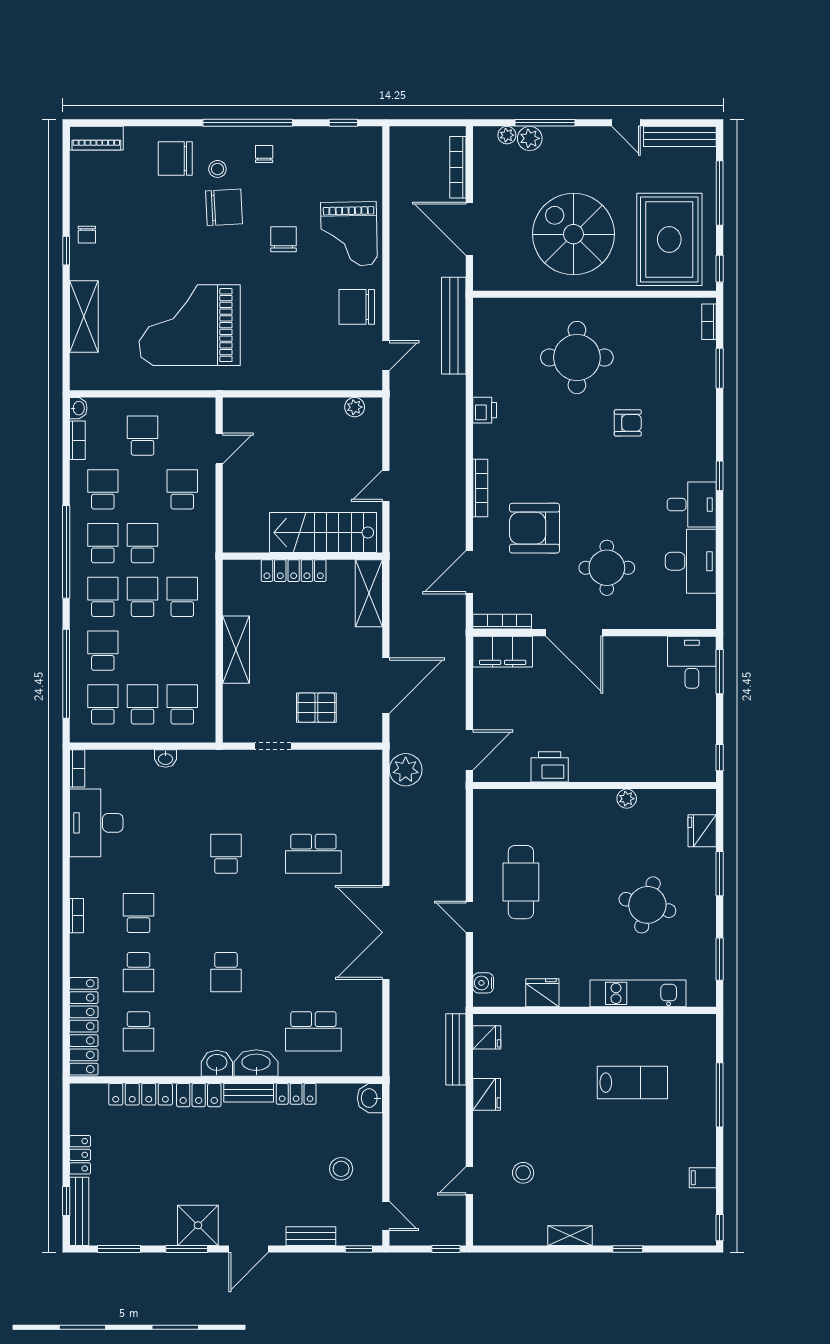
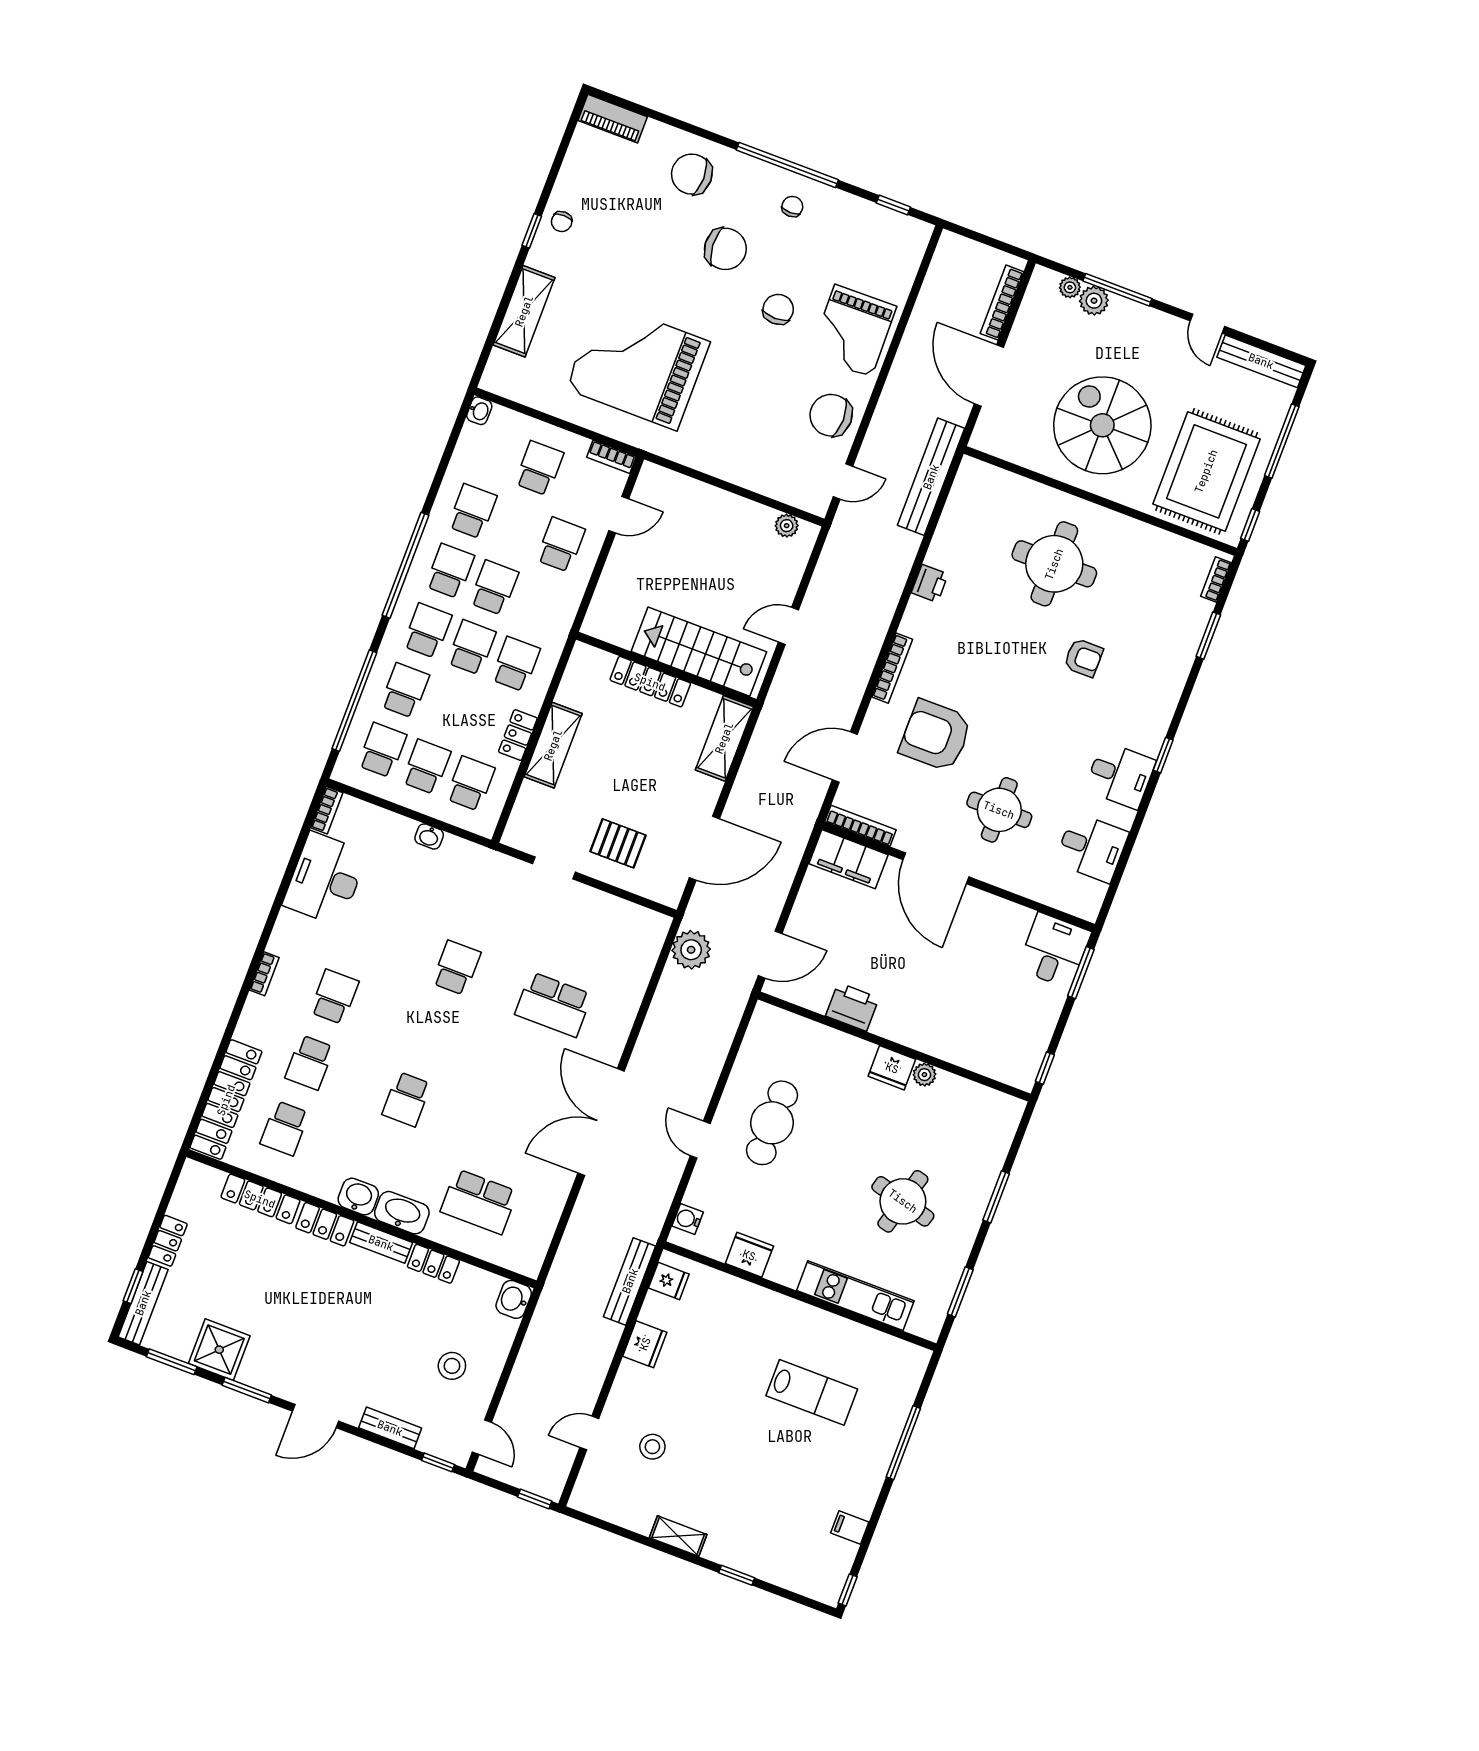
stool: (217, 169) -> (734, 204), removed
bookcase: (77, 440) -> (611, 457), moved, turned 90
desk: (691, 561) -> (1092, 848), width x0.73
locker: (205, 652) -> (518, 735), added
fridge: (702, 831) -> (892, 1068), moved, turned -90
shower: (198, 1225) -> (219, 1350), moved

